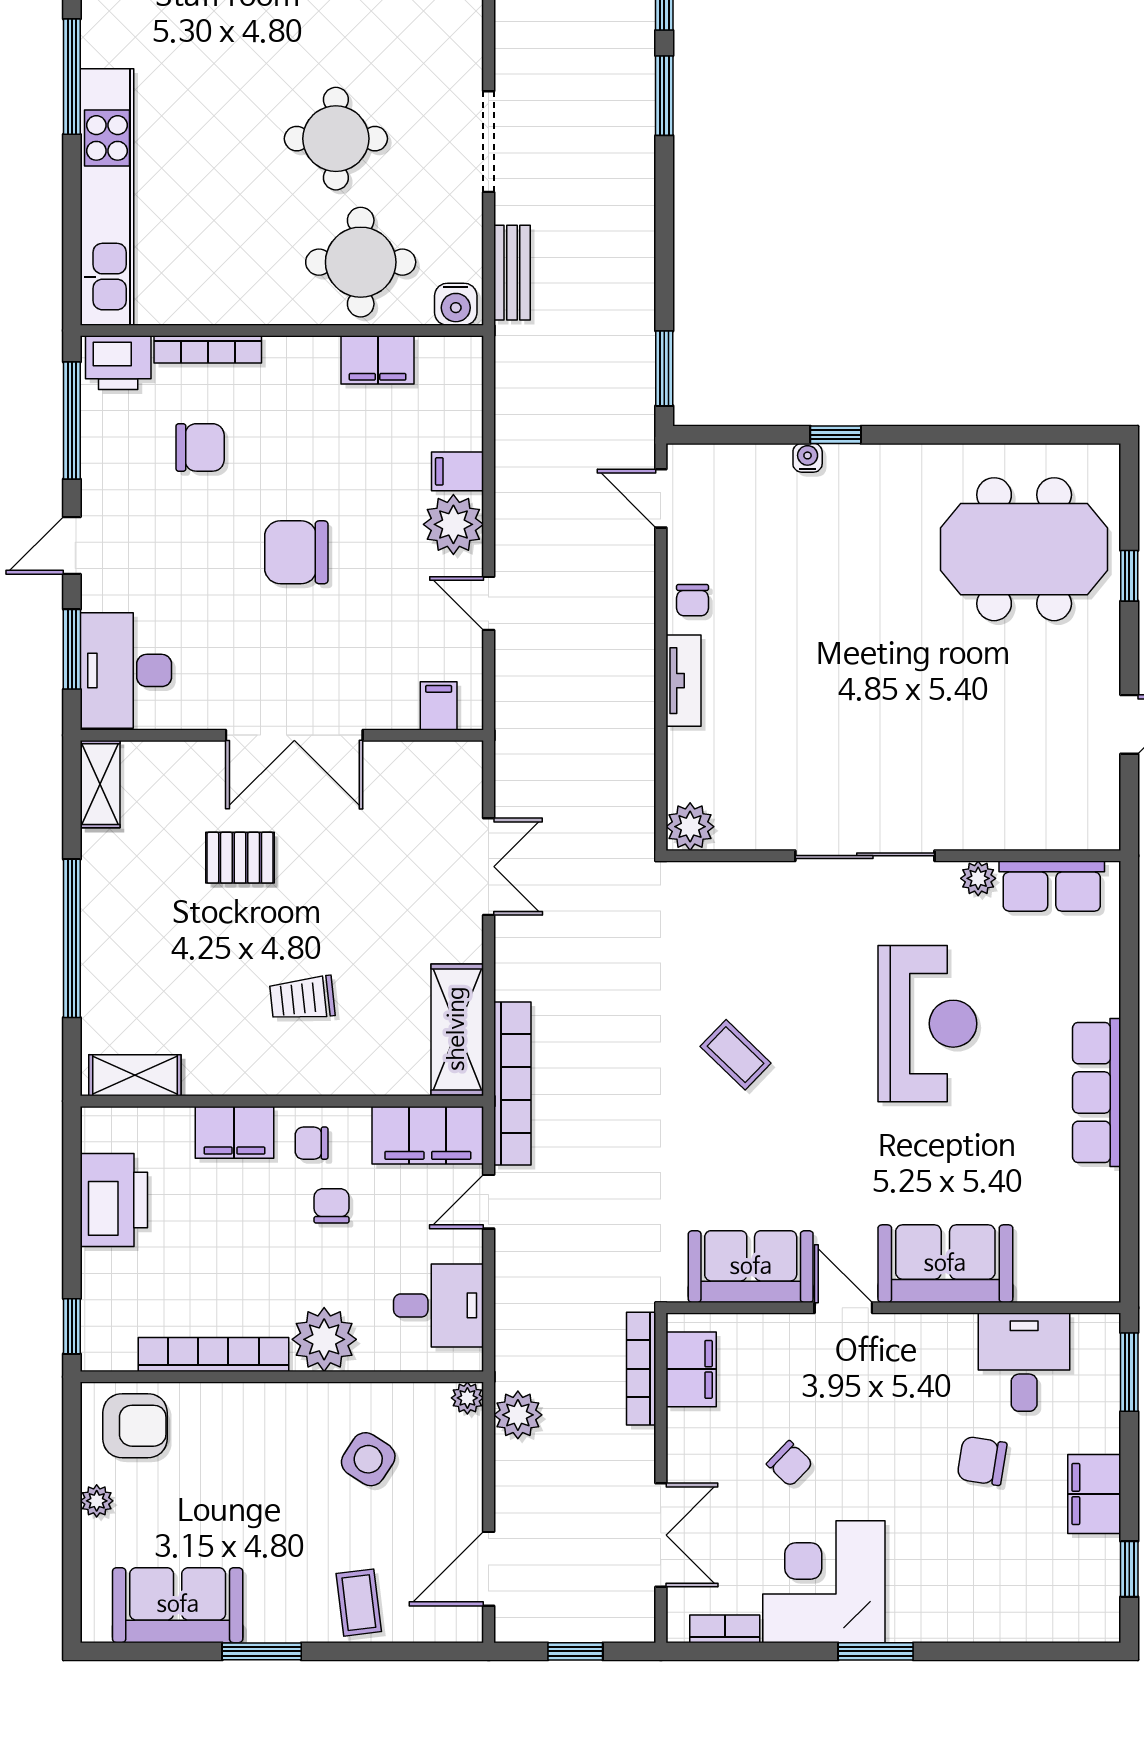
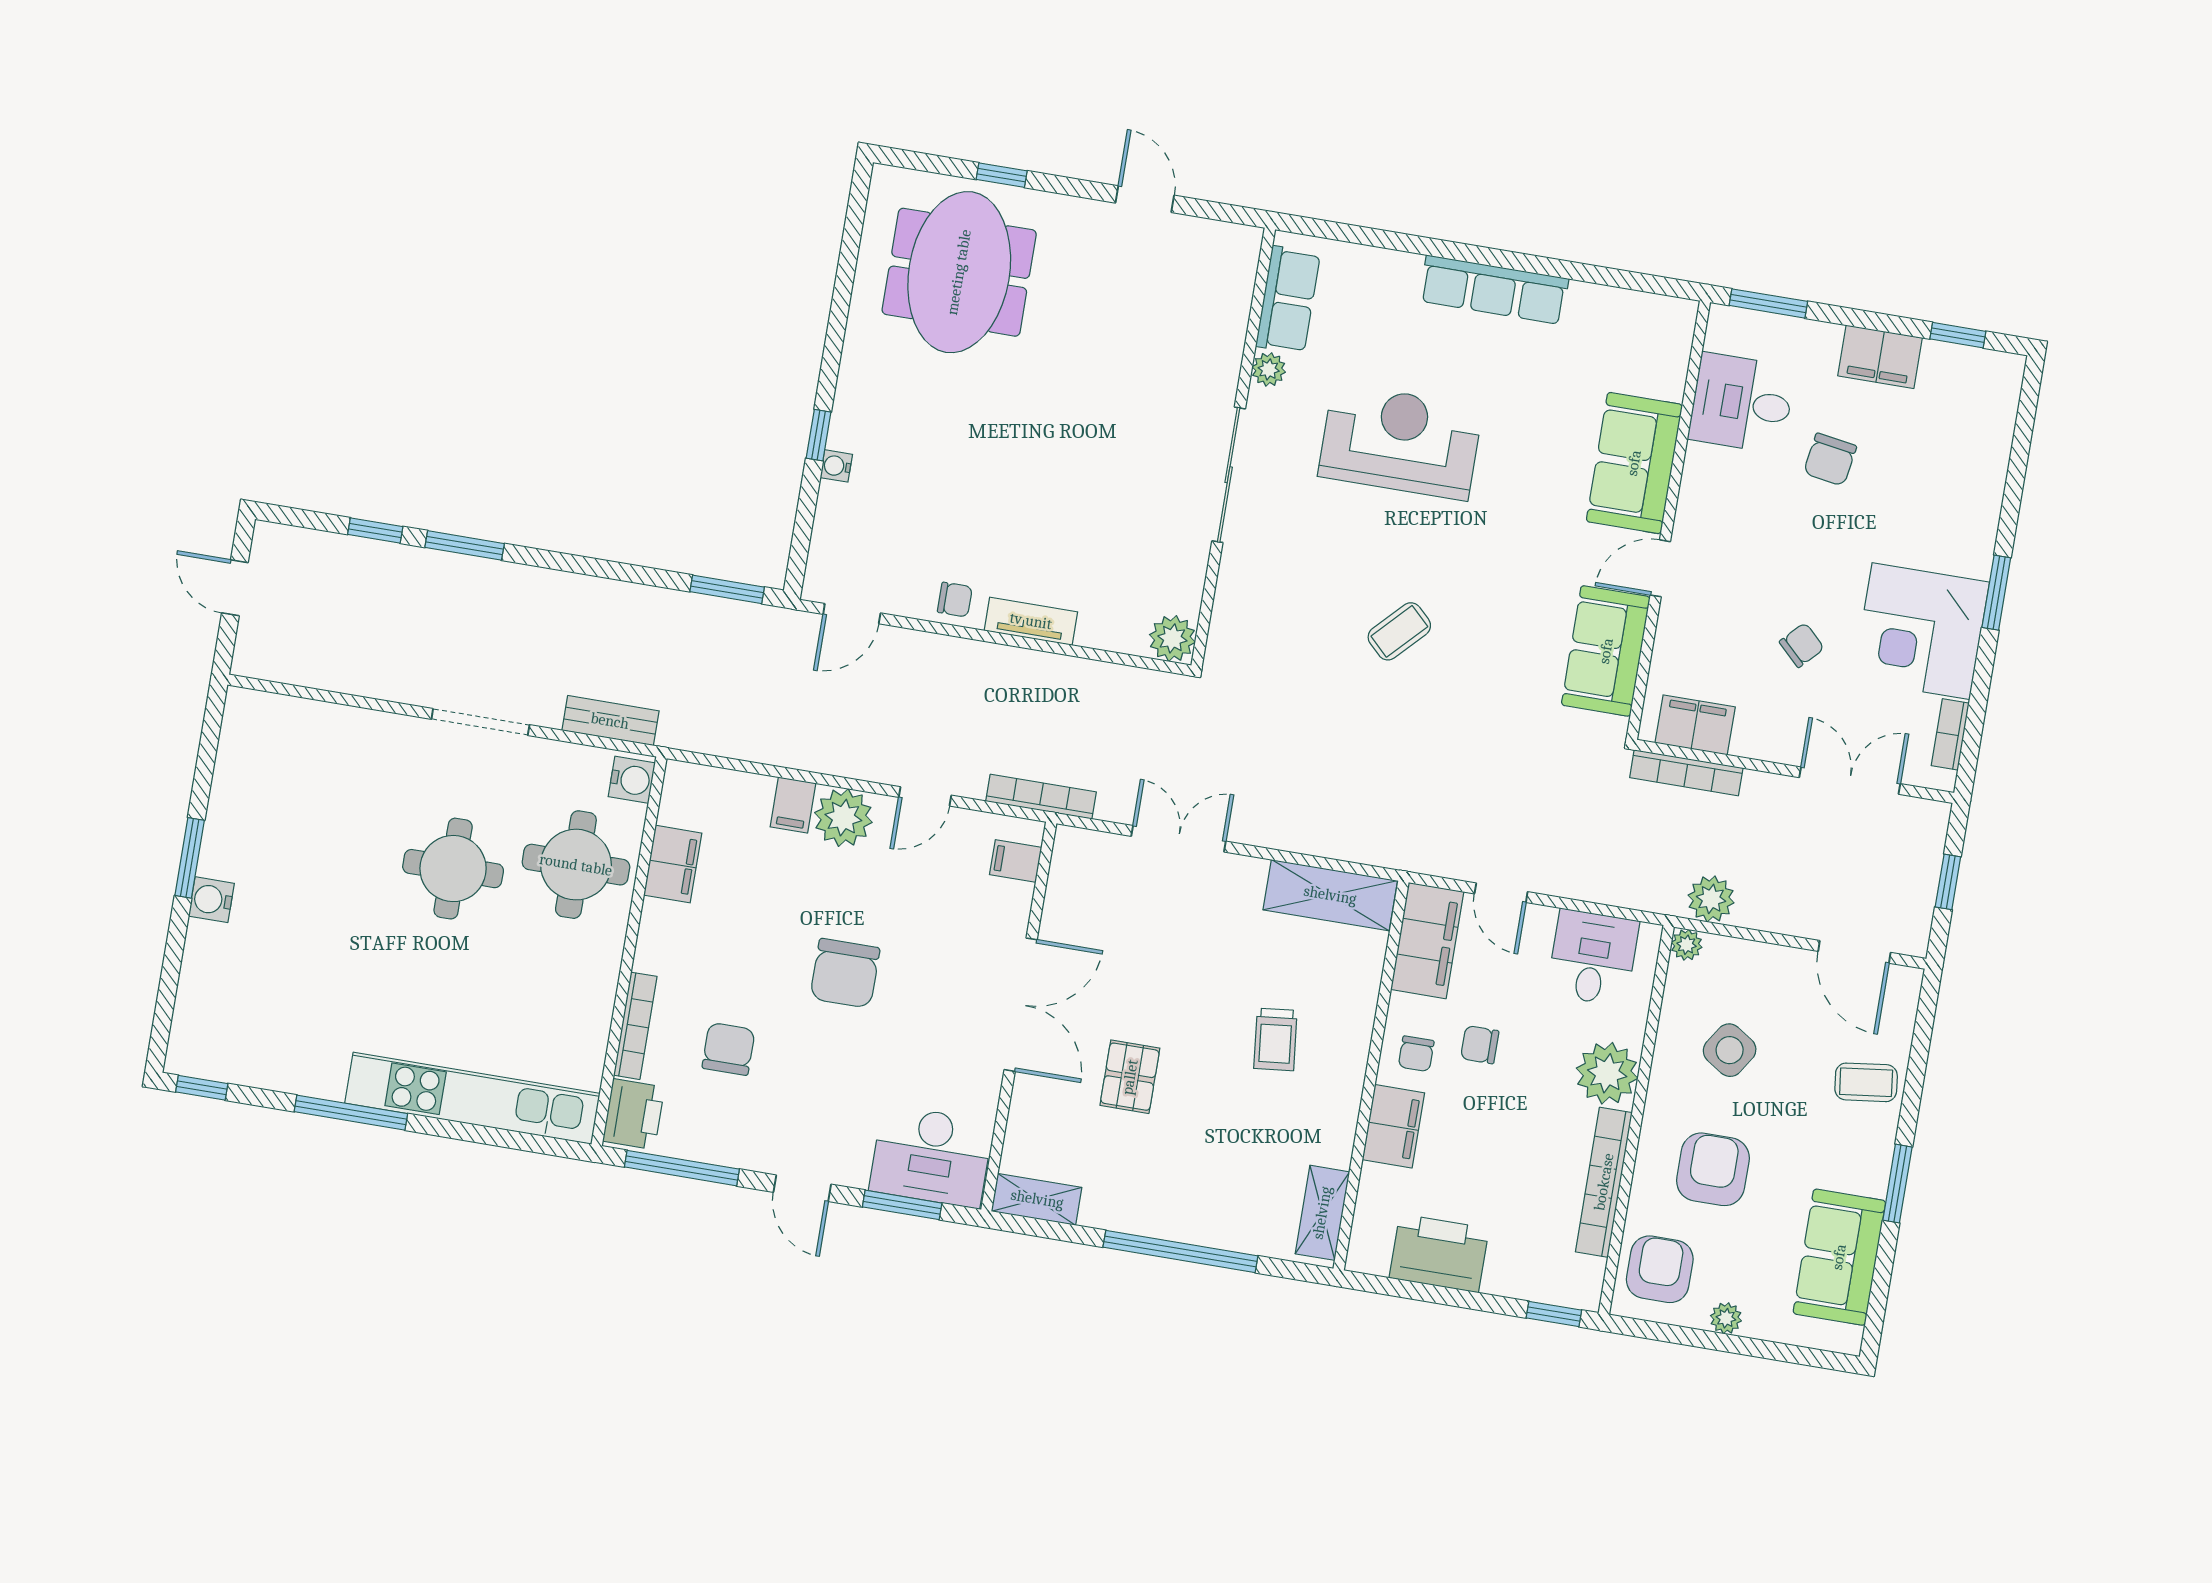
bookcase: (512, 1084) -> (1041, 797), moved, width x0.68, depth x0.76
armchair: (245, 1463) -> (1713, 1169), added

